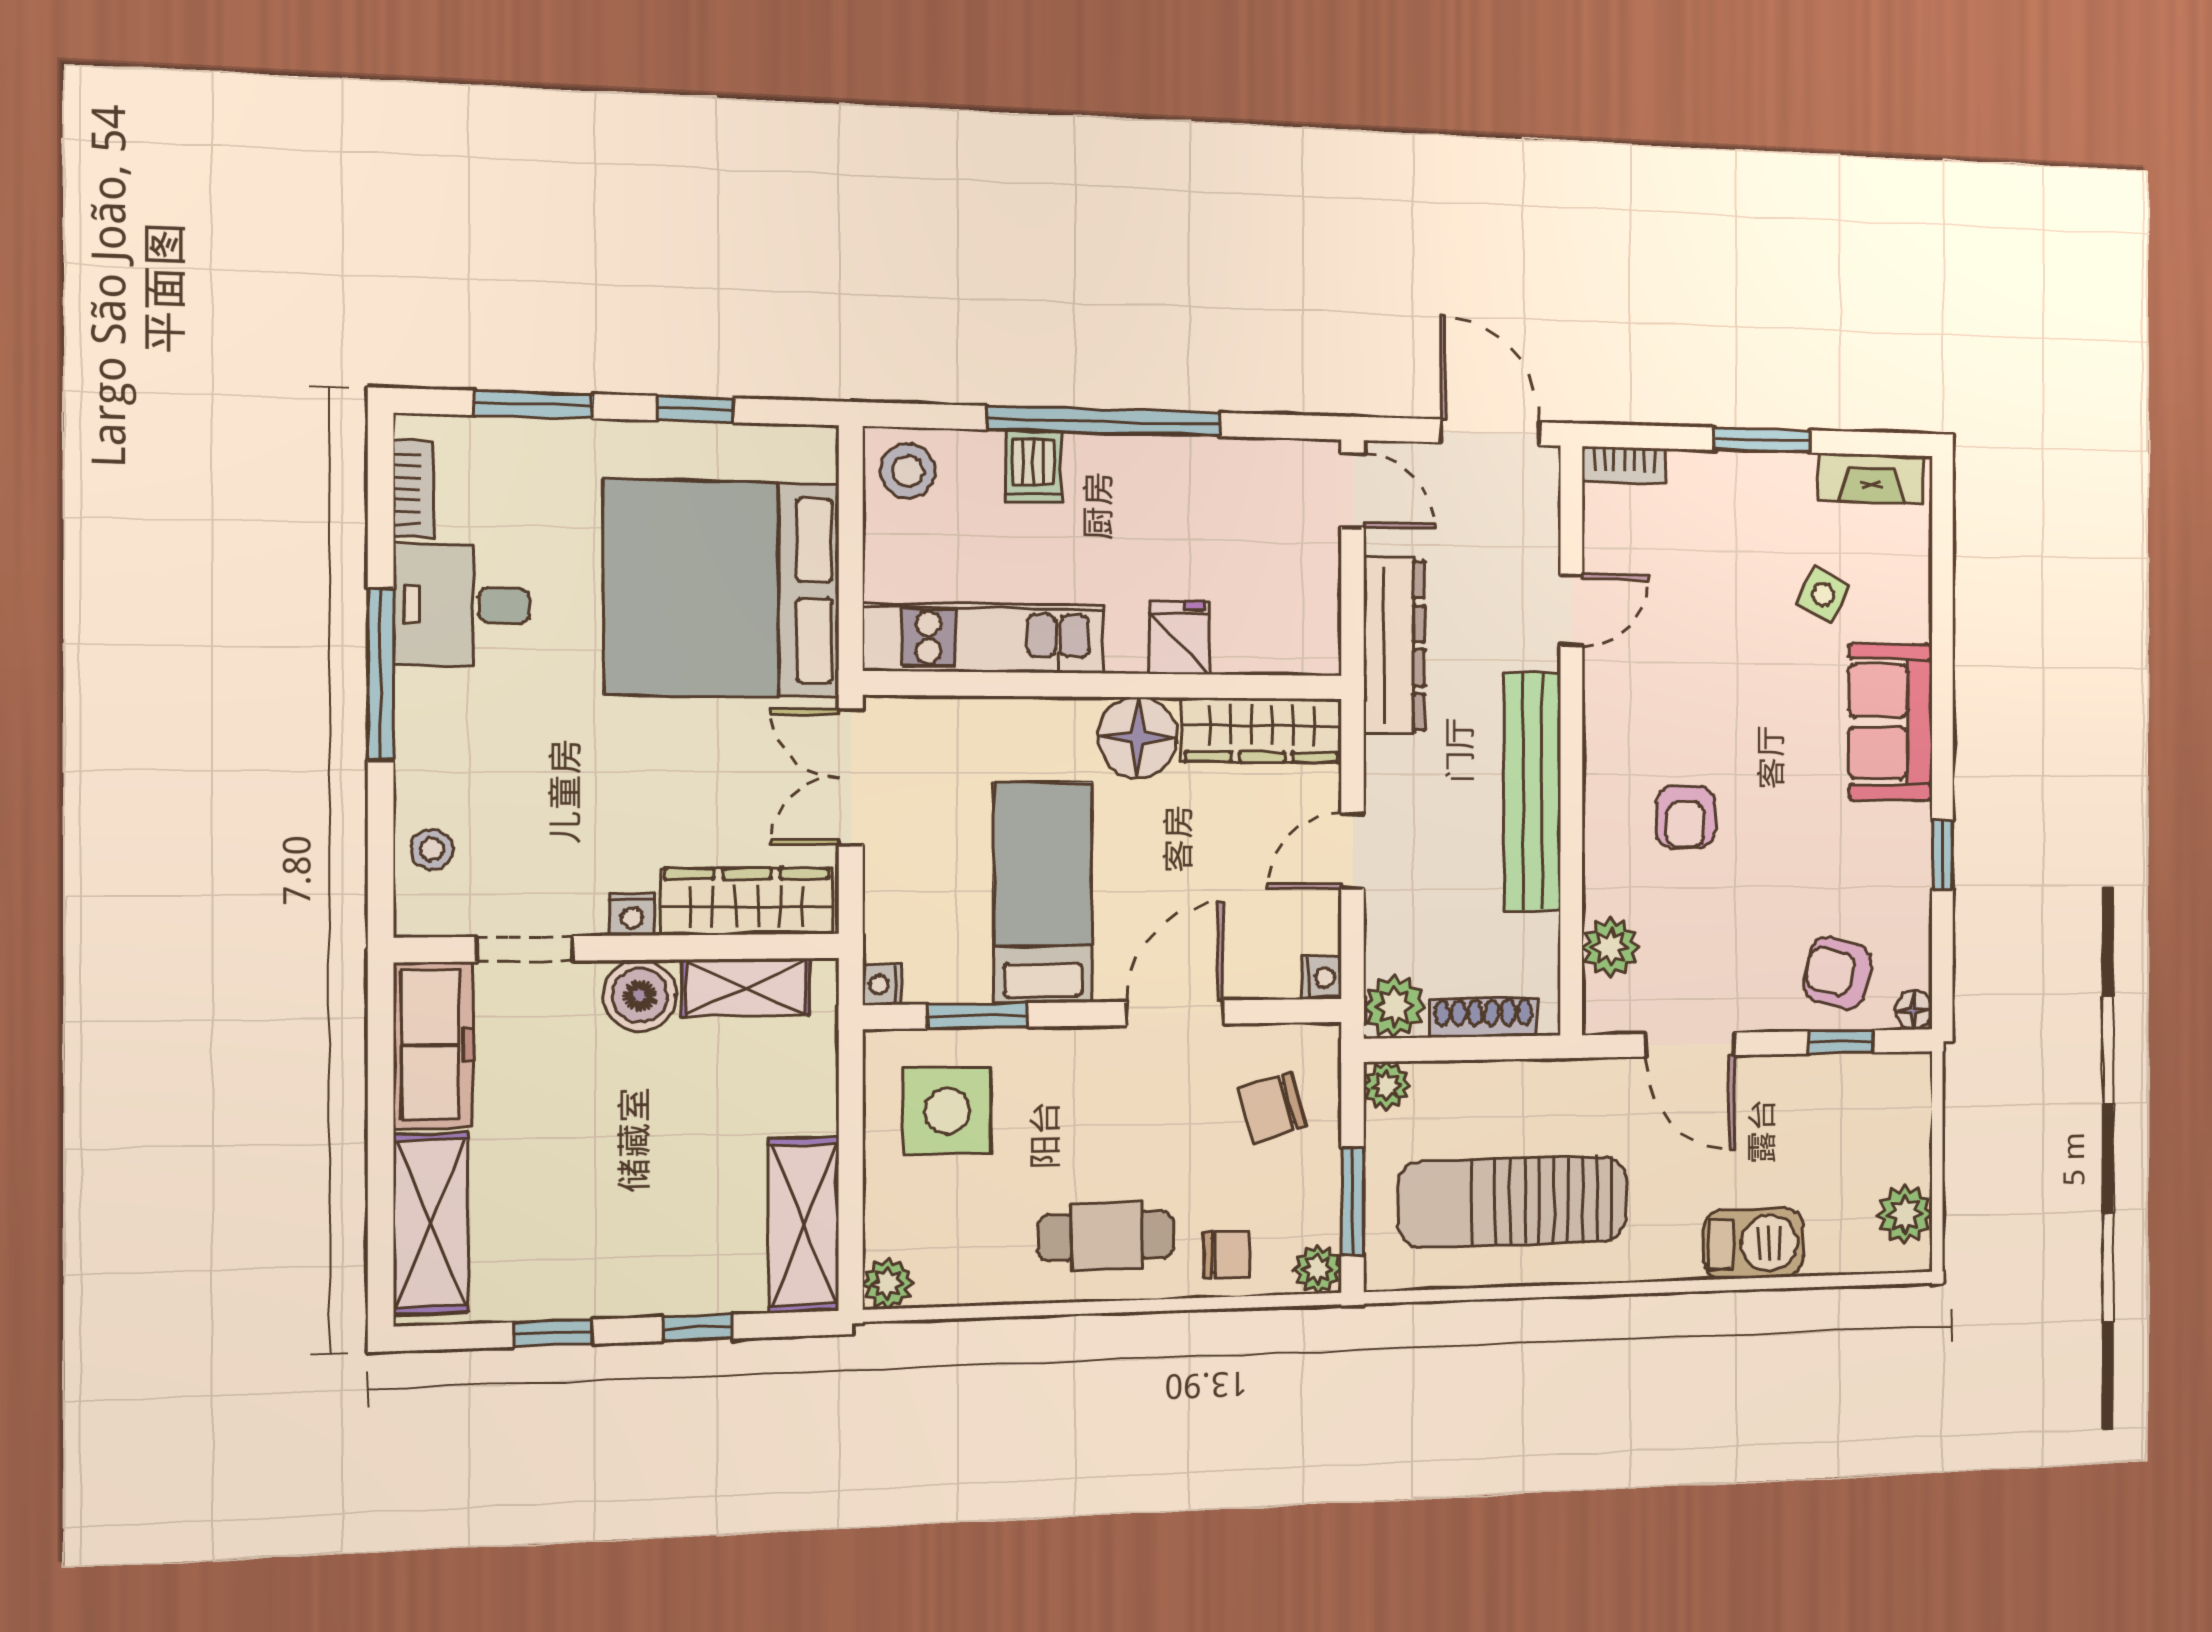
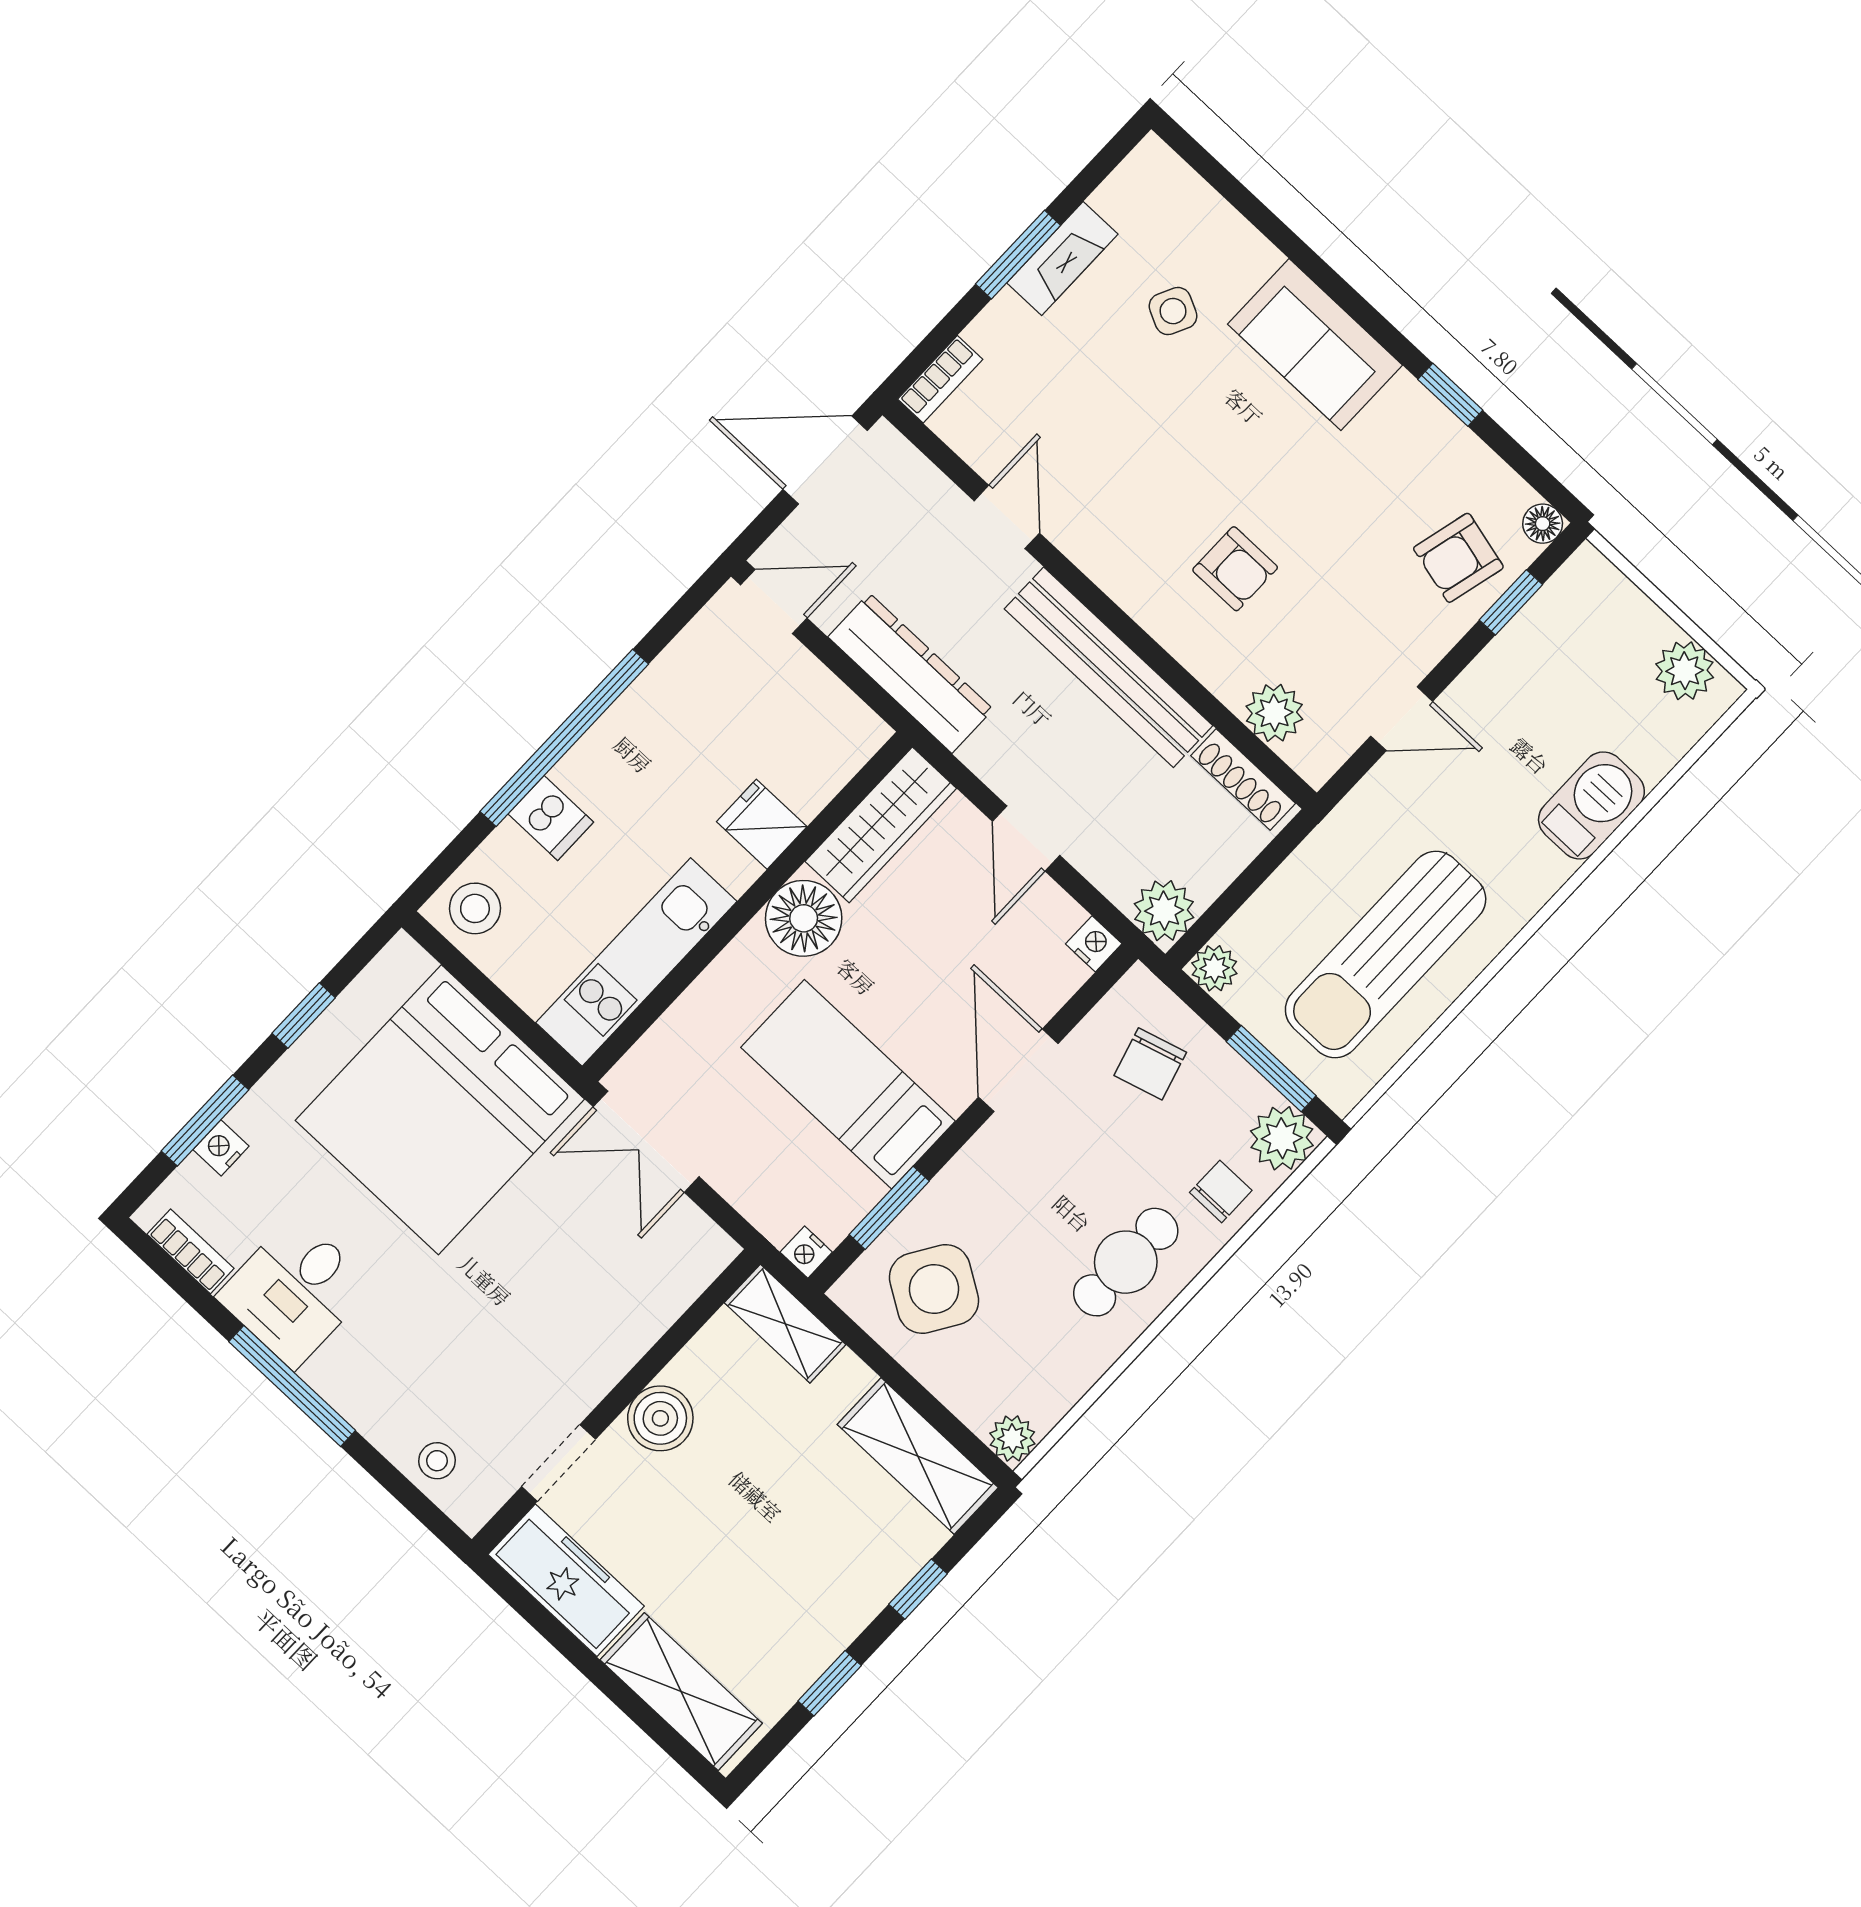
fireplace: (1871, 478) -> (1062, 258), moved
wardrobe: (747, 902) -> (664, 1290), removed
nightstand: (632, 914) -> (221, 1148), moved, turned 180
shelving: (746, 988) -> (785, 1324), moved, turned 90
shoe rack: (1484, 1018) -> (1243, 779), moved, turned -90
door: (1690, 1045) -> (1402, 719), width x0.73
side table: (947, 1111) -> (934, 1289), turned 32
plant: (1318, 1269) -> (1282, 1138), width x1.38, depth x1.38

